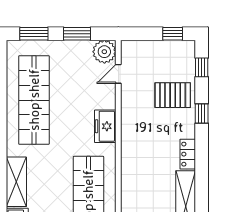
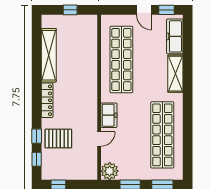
door: (118, 74) -> (99, 139), moved
window: (202, 113) -> (37, 136), moved
locker: (188, 154) -> (47, 100), width x1.53

